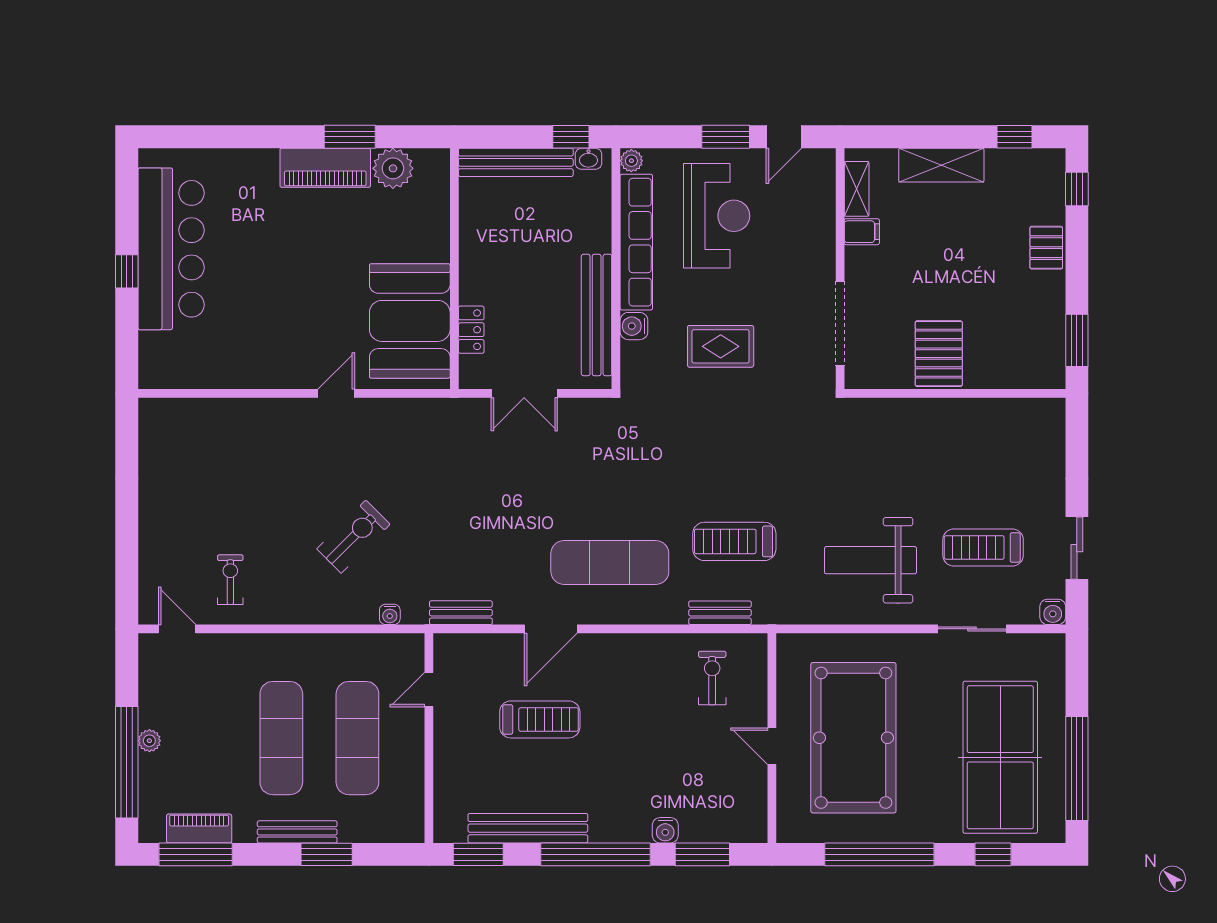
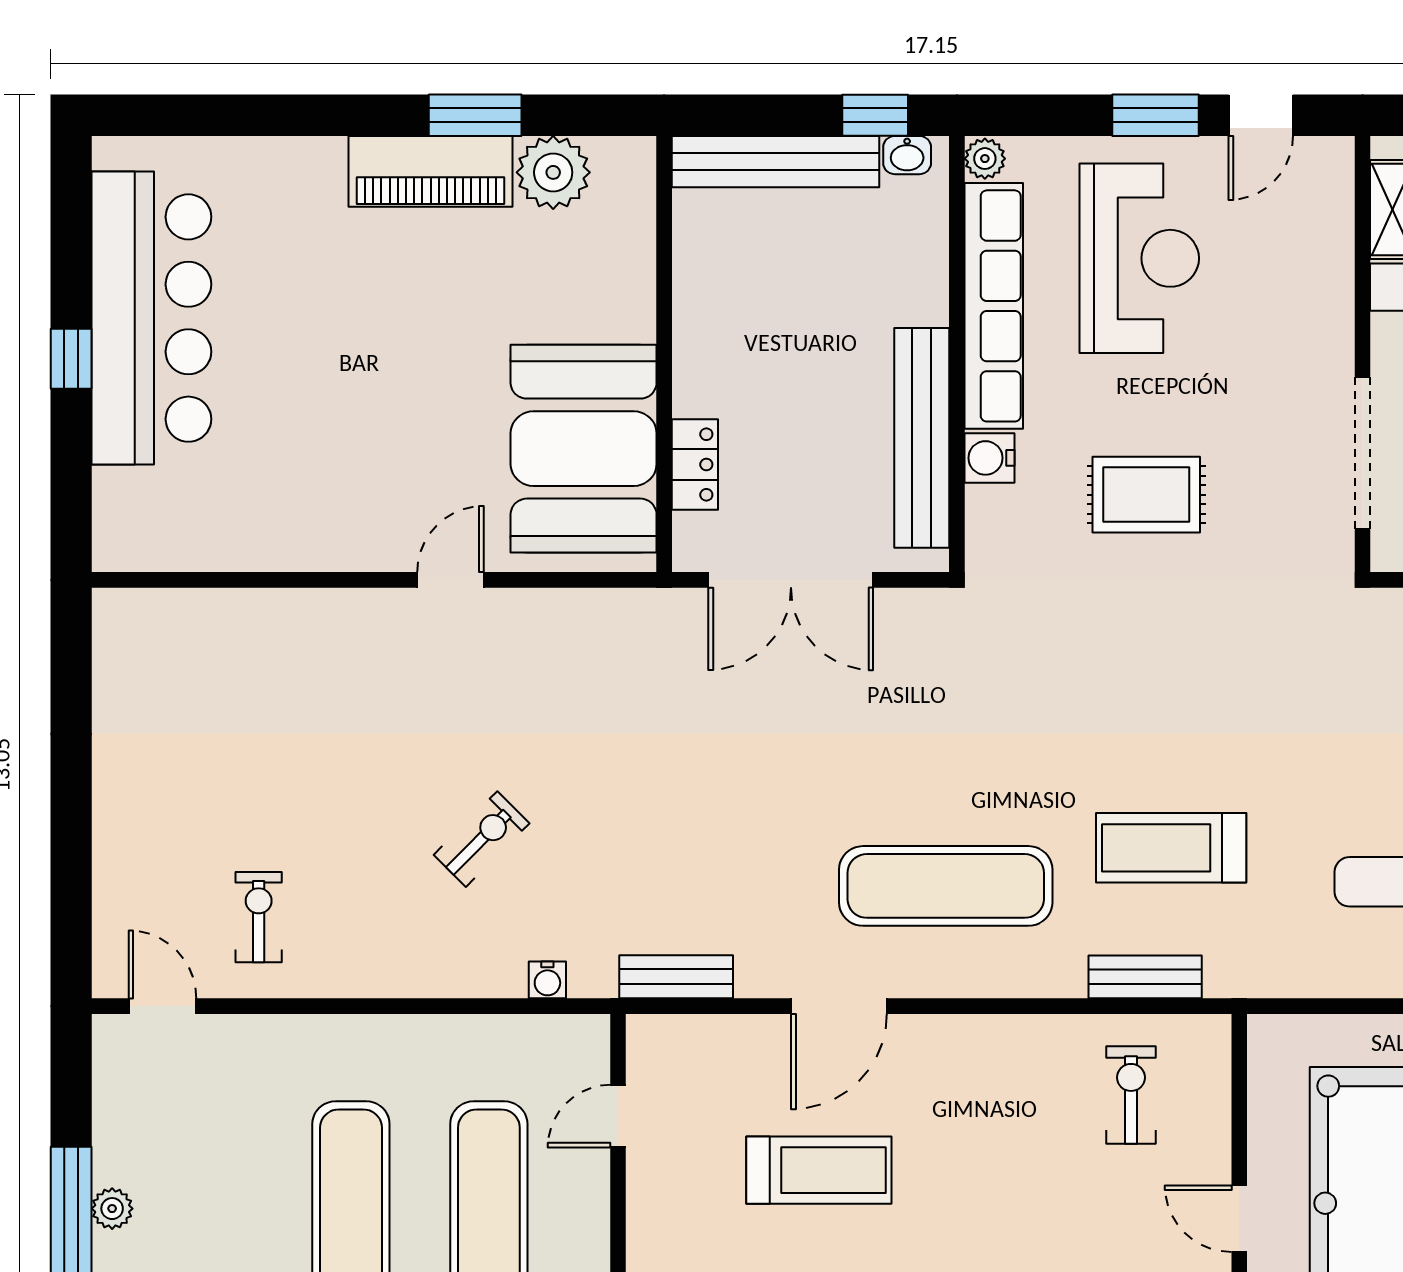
double door: (524, 393) -> (791, 580), width x1.37
exercise bike: (353, 537) -> (482, 839), width x0.73, depth x0.72

